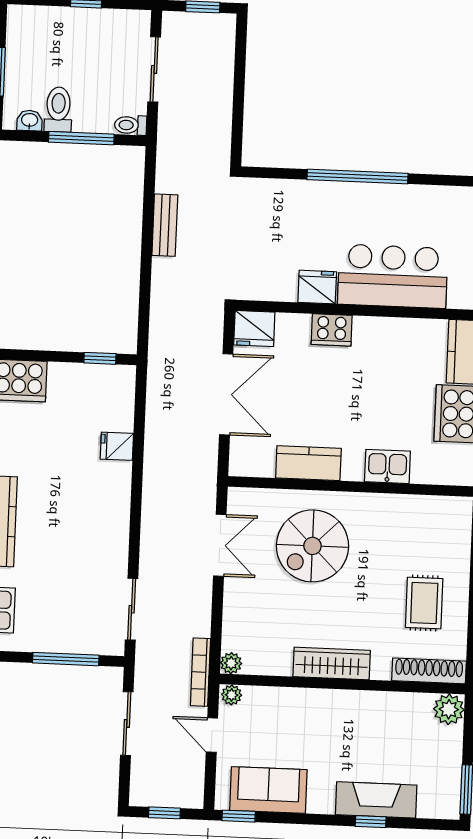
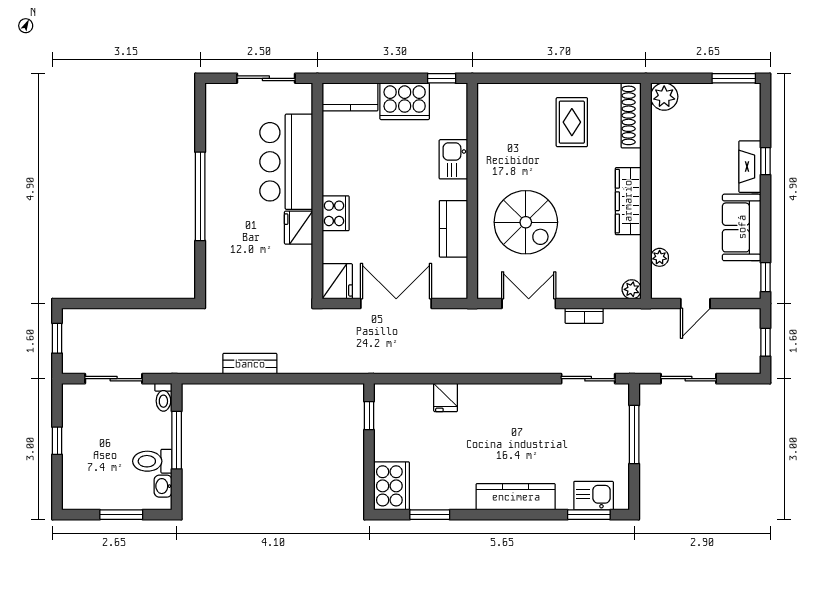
rug: (424, 603) -> (572, 122), turned 90
bookcase: (200, 672) -> (584, 316), moved, width x0.64
plant: (232, 695) -> (660, 257), moved
sofa: (268, 790) -> (742, 227), moved
fireplace: (376, 800) -> (750, 167), width x0.73, depth x0.76

